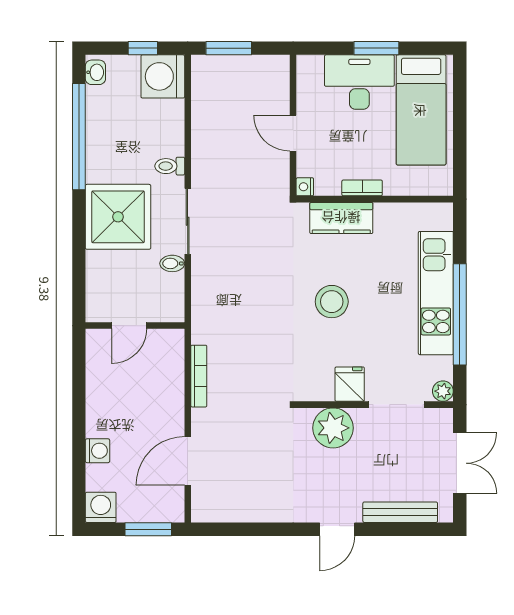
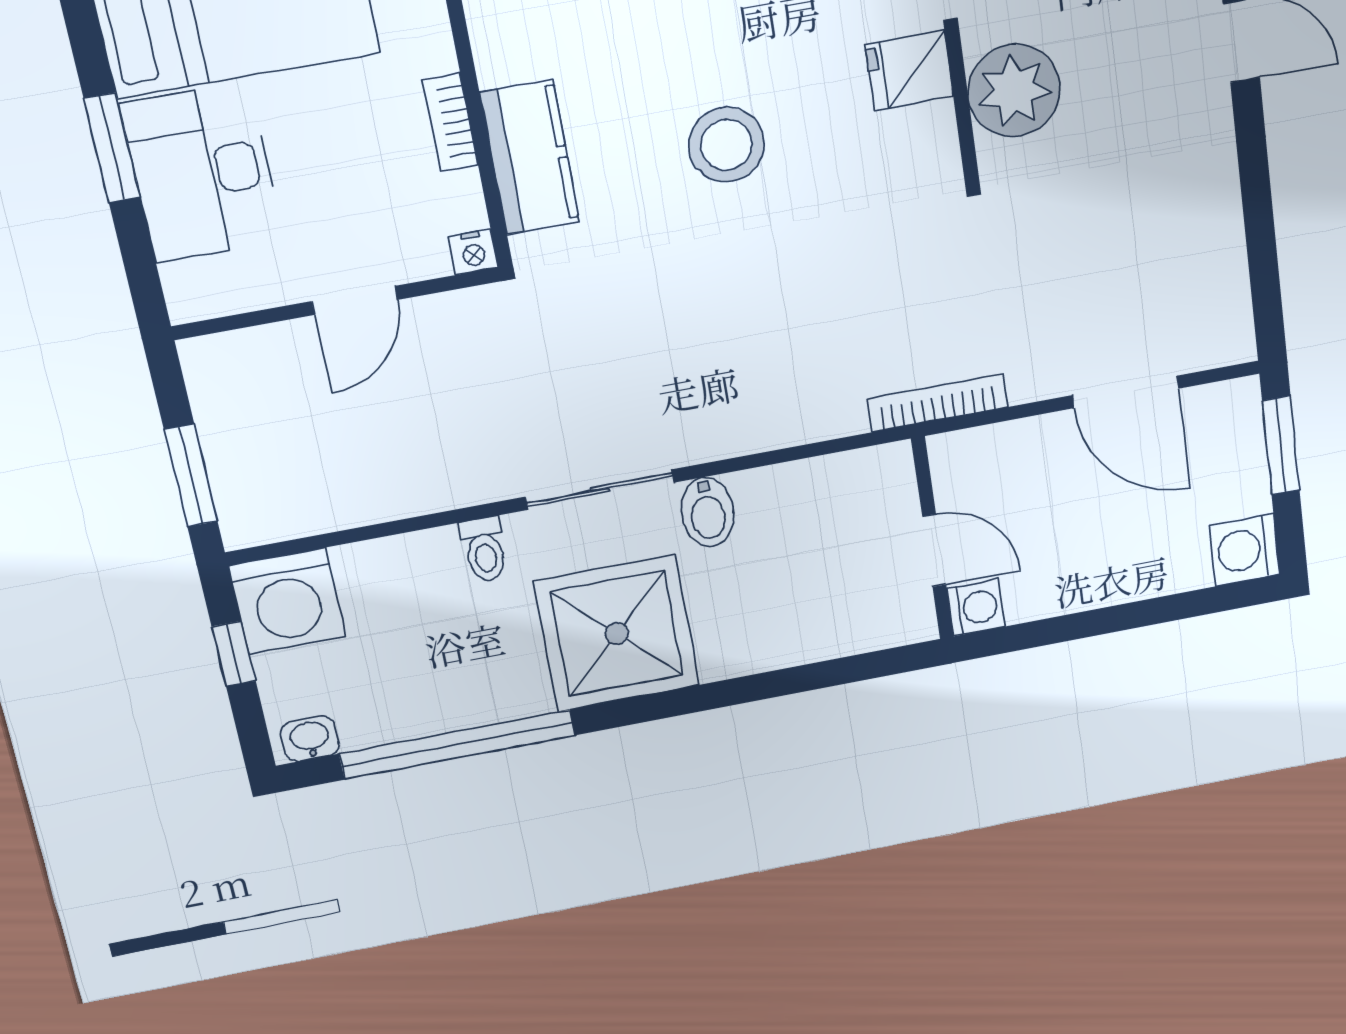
bidet: (172, 263) -> (708, 512), width x1.38, depth x1.36
door: (129, 326) -> (934, 551), moved
wall: (135, 326) -> (933, 539), moved
washing machine: (97, 451) -> (976, 608), moved, turned 90

